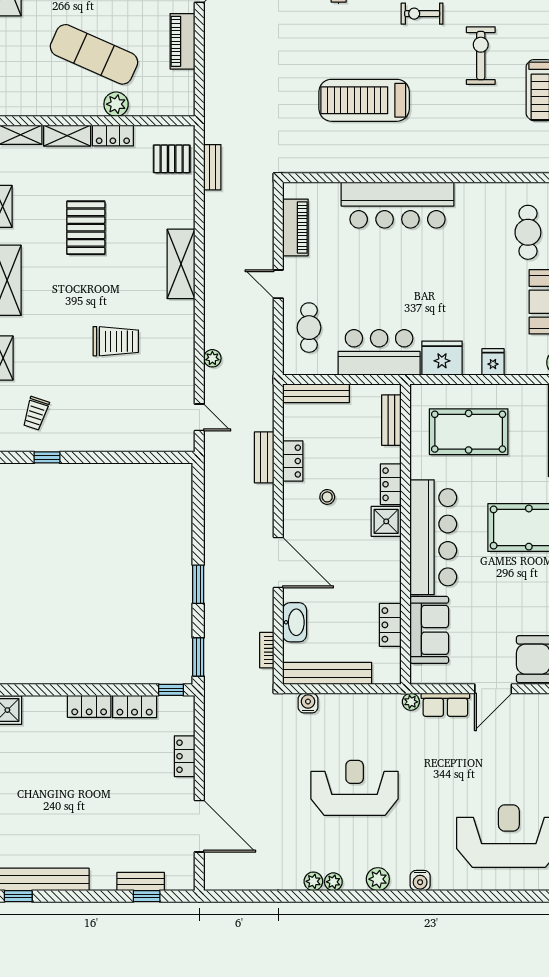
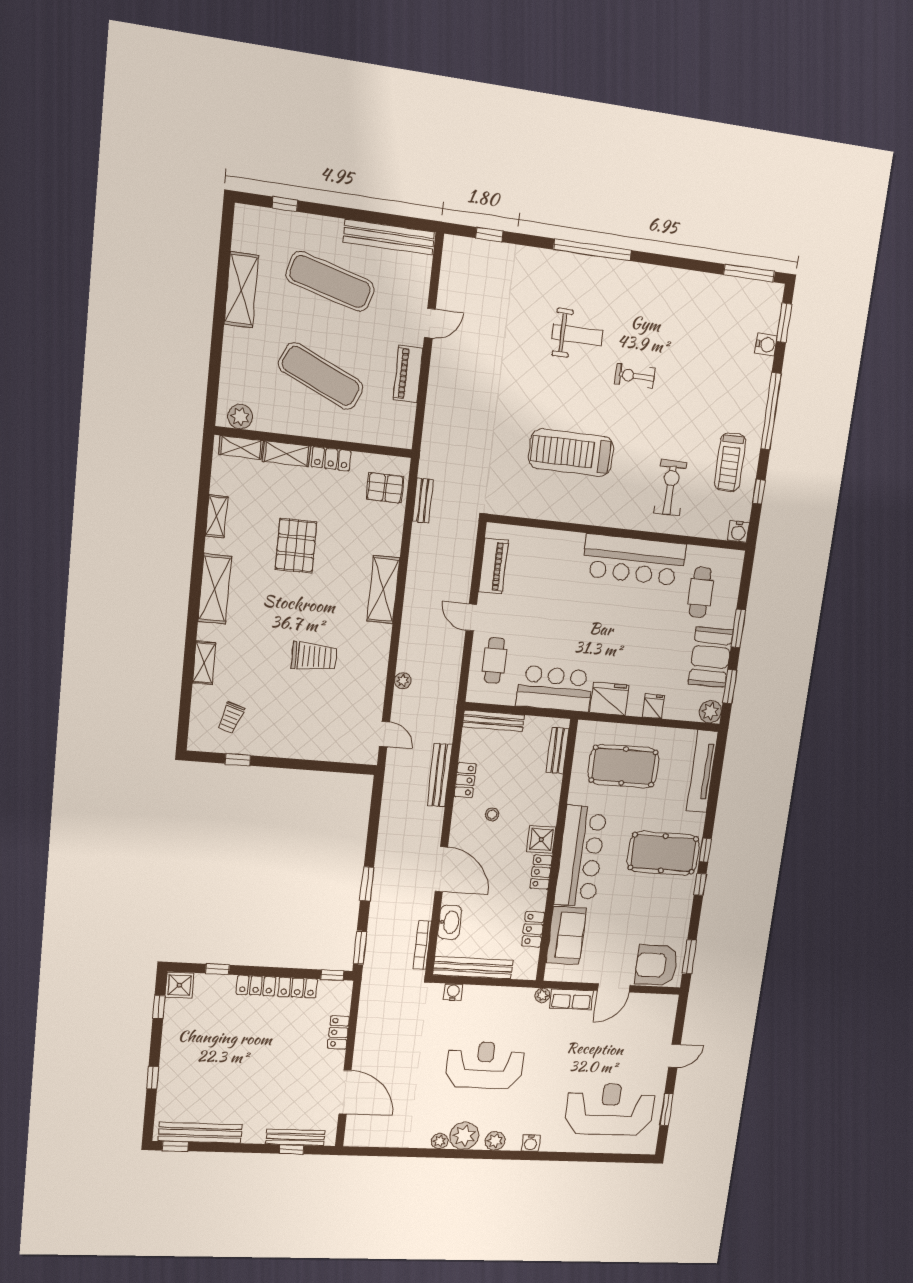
exercise bike: (481, 56) -> (670, 488), moved
plant: (116, 104) -> (240, 417), moved
bar counter: (398, 205) -> (634, 560), moved
bench: (264, 457) -> (440, 775), width x1.36
locker: (391, 484) -> (541, 872), moved
bookcase: (267, 650) -> (422, 945), width x1.56
window: (46, 690) -> (218, 969), added
bench: (141, 882) -> (295, 1137), width x1.36
plant: (333, 882) -> (464, 1136), width x1.88, depth x1.88

